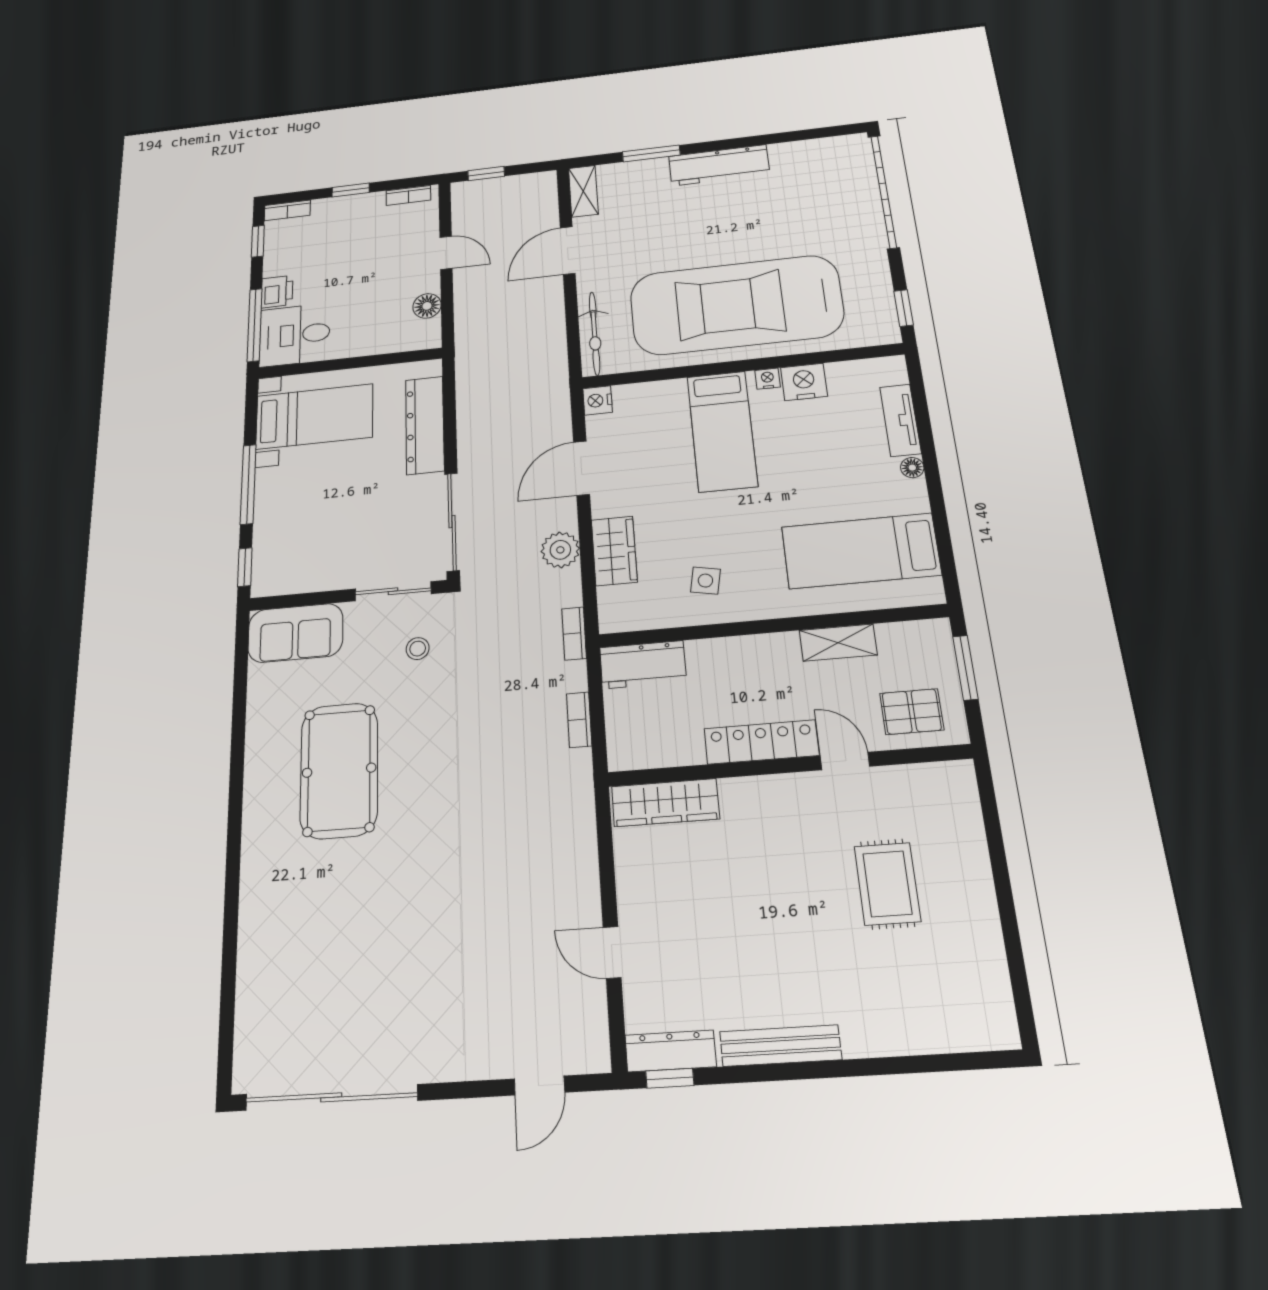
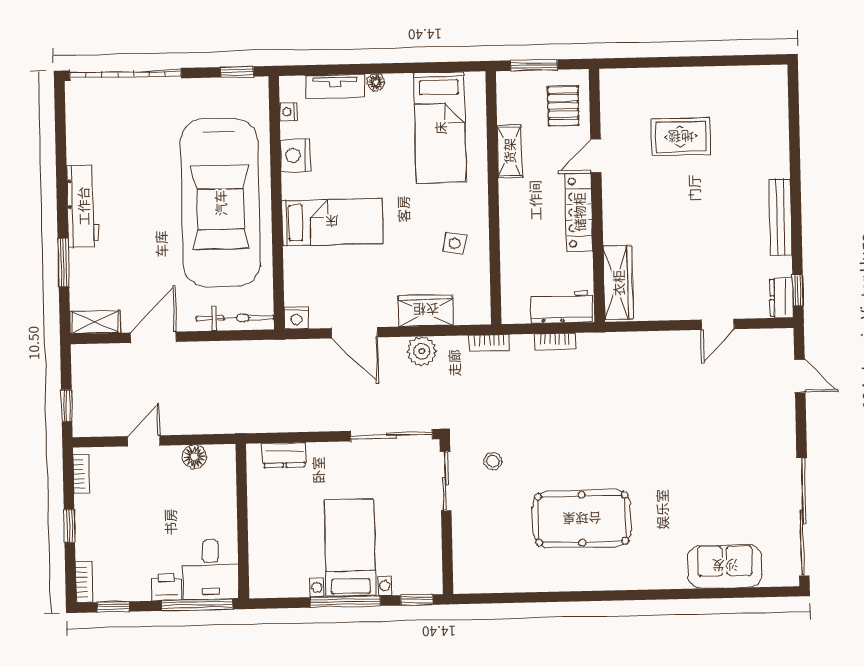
door: (568, 251) -> (153, 337), swing flipped
nightstand: (768, 379) -> (288, 112), moved
bed with nightstands: (314, 416) -> (350, 548), moved
dresser: (425, 425) -> (284, 455), width x0.51, depth x0.80
sofa: (295, 633) -> (725, 566), moved, turned -90
workbench: (643, 665) -> (562, 307), moved, turned -90
dresser: (670, 1051) -> (781, 298), width x0.70

